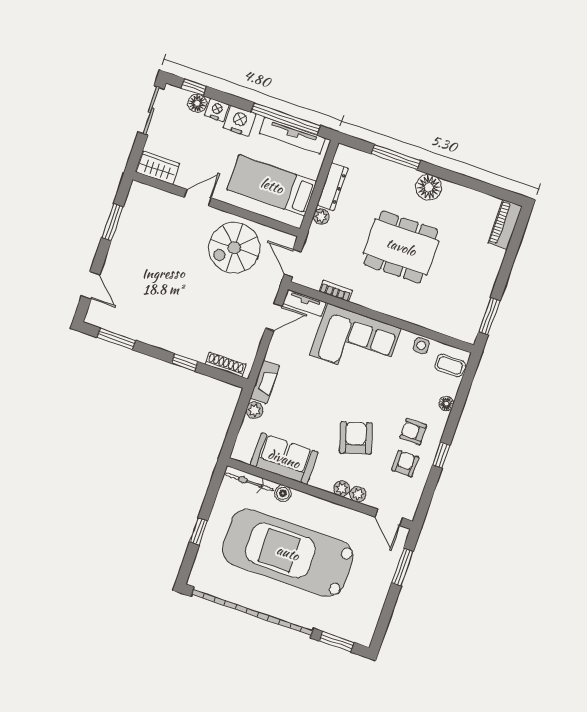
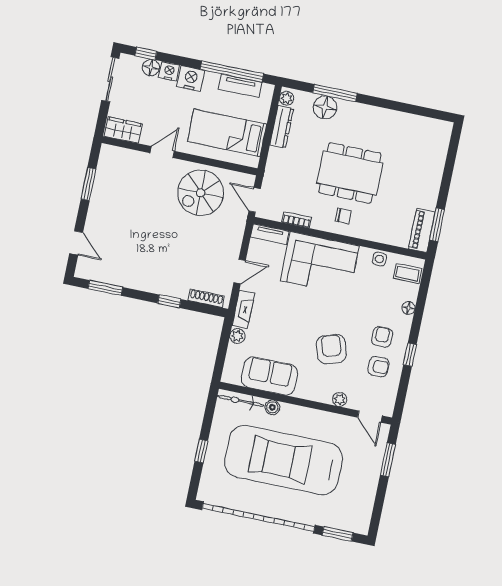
tv unit: (293, 136) -> (240, 86), width x0.71
floor lamp: (429, 187) -> (325, 107), moved
plant: (321, 217) -> (287, 98), moved
piano: (505, 224) -> (422, 230), moved
chair: (388, 293) -> (343, 216), added
door: (274, 317) -> (240, 272), moved
armchair: (413, 432) -> (382, 337), turned 90
armchair: (405, 464) -> (378, 367), turned 90
plant: (342, 489) -> (324, 396), removed

